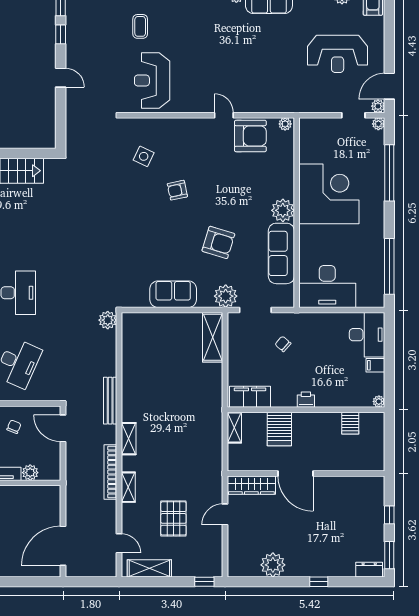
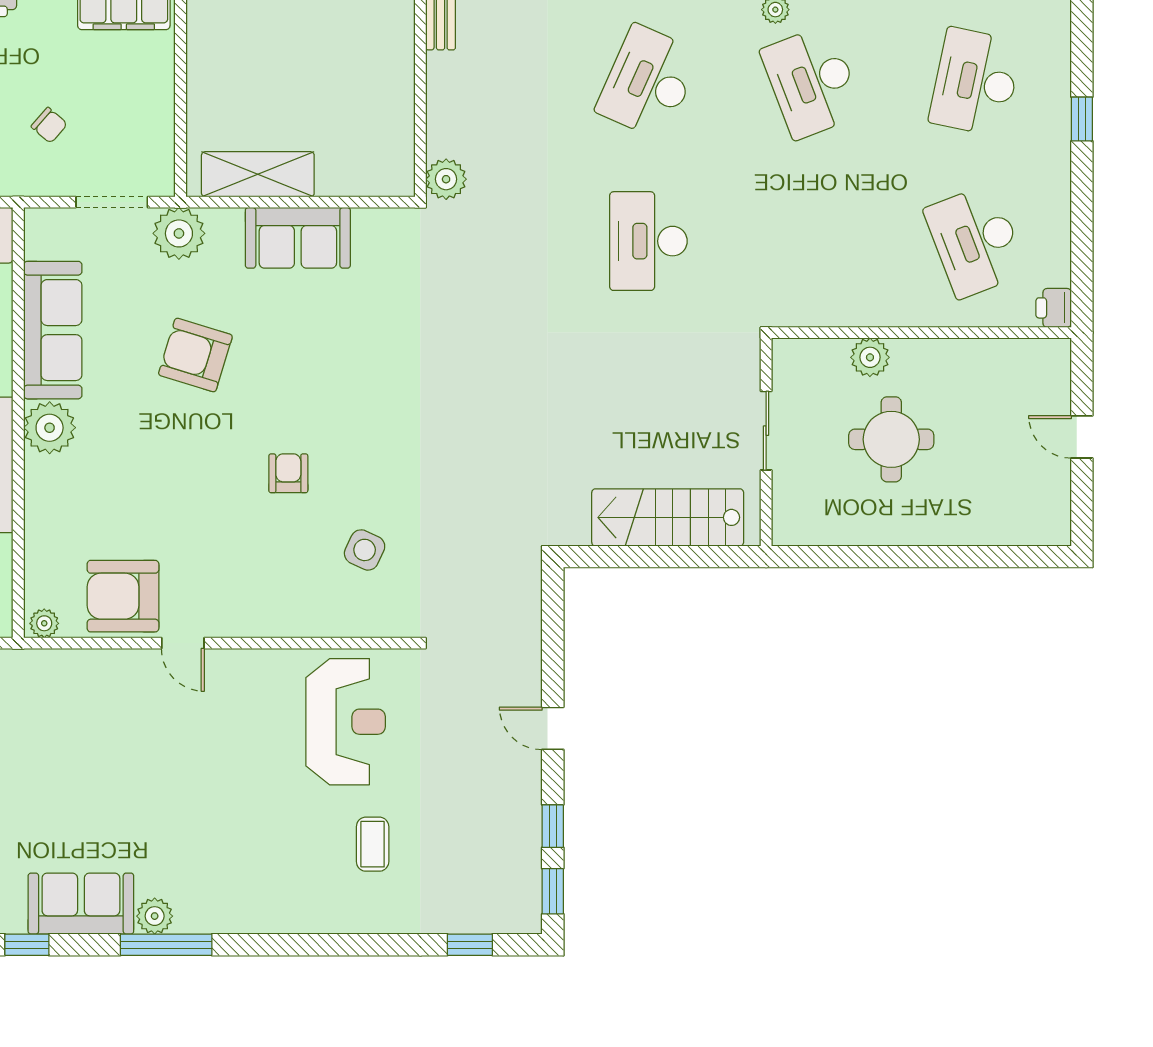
armchair: (177, 190) -> (288, 473), turned -78
shelving: (213, 337) -> (258, 174), moved, turned 90

